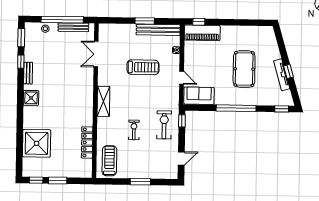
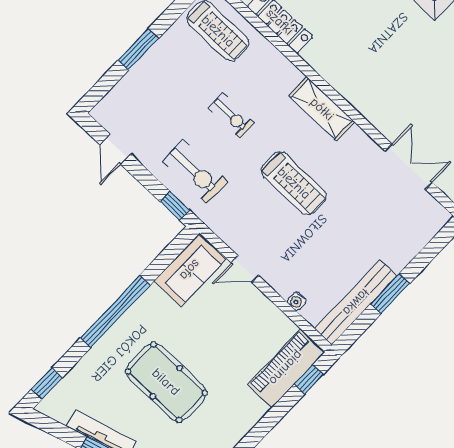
treadmill: (143, 67) -> (294, 183), moved, turned -90

